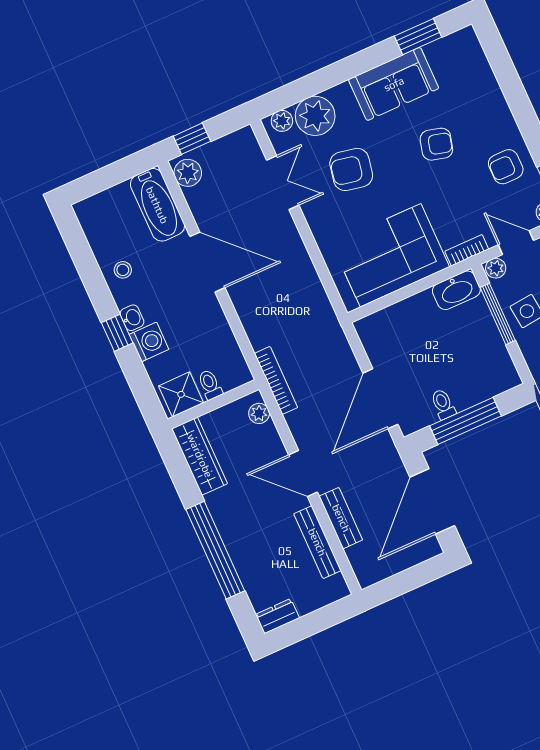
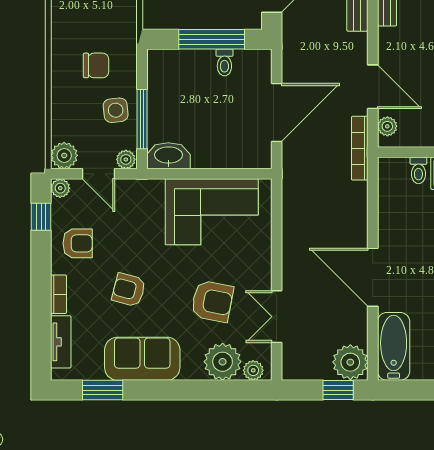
tv unit: (479, 65) -> (61, 342), added
plant: (188, 173) -> (350, 362), width x1.36, depth x1.36
bookcase: (467, 250) -> (59, 294), moved, turned -90
door: (380, 399) -> (277, 112), moved
door: (303, 473) -> (373, 87), moved

